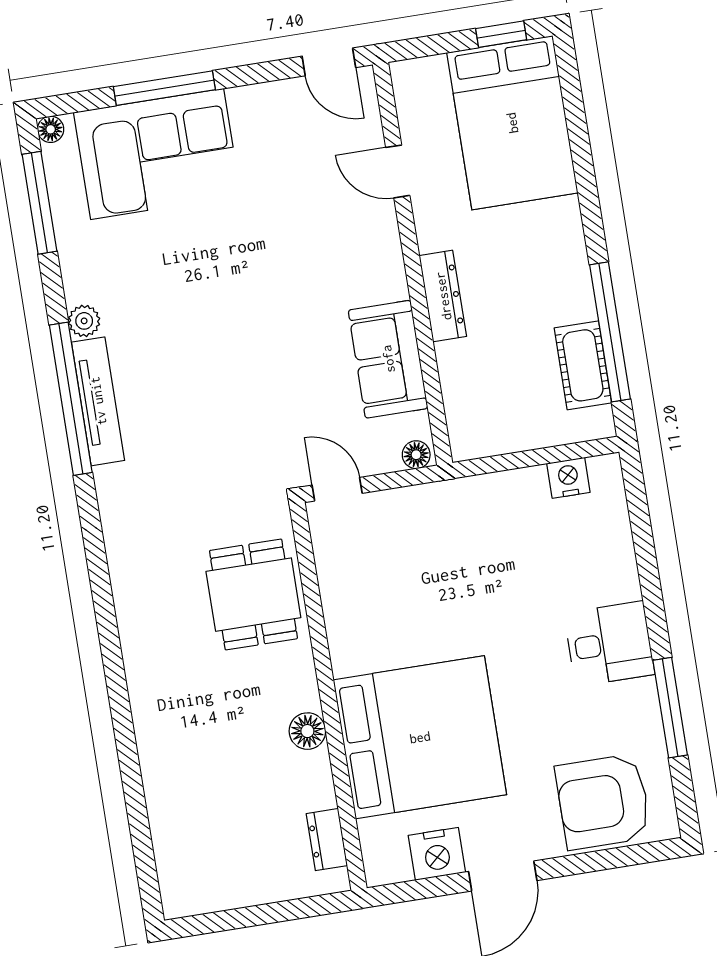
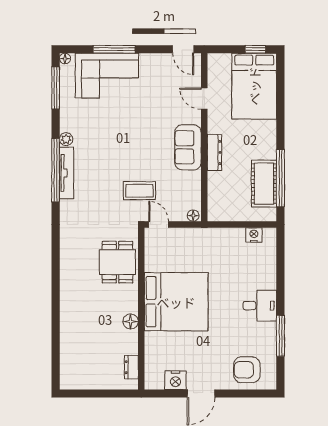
sofa: (388, 359) -> (188, 147), moved
cot: (583, 365) -> (264, 184), width x1.37, depth x1.34
coffee table: (279, 416) -> (139, 191), added
bed: (420, 737) -> (176, 302), moved
armchair: (603, 802) -> (247, 370), width x0.73, depth x0.73

